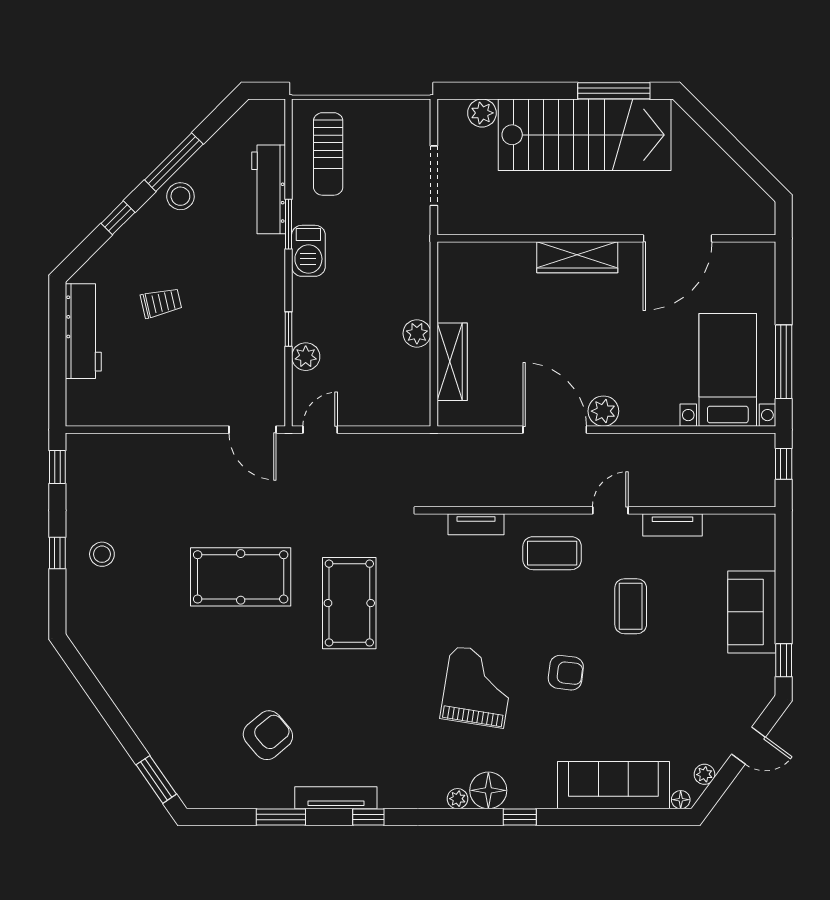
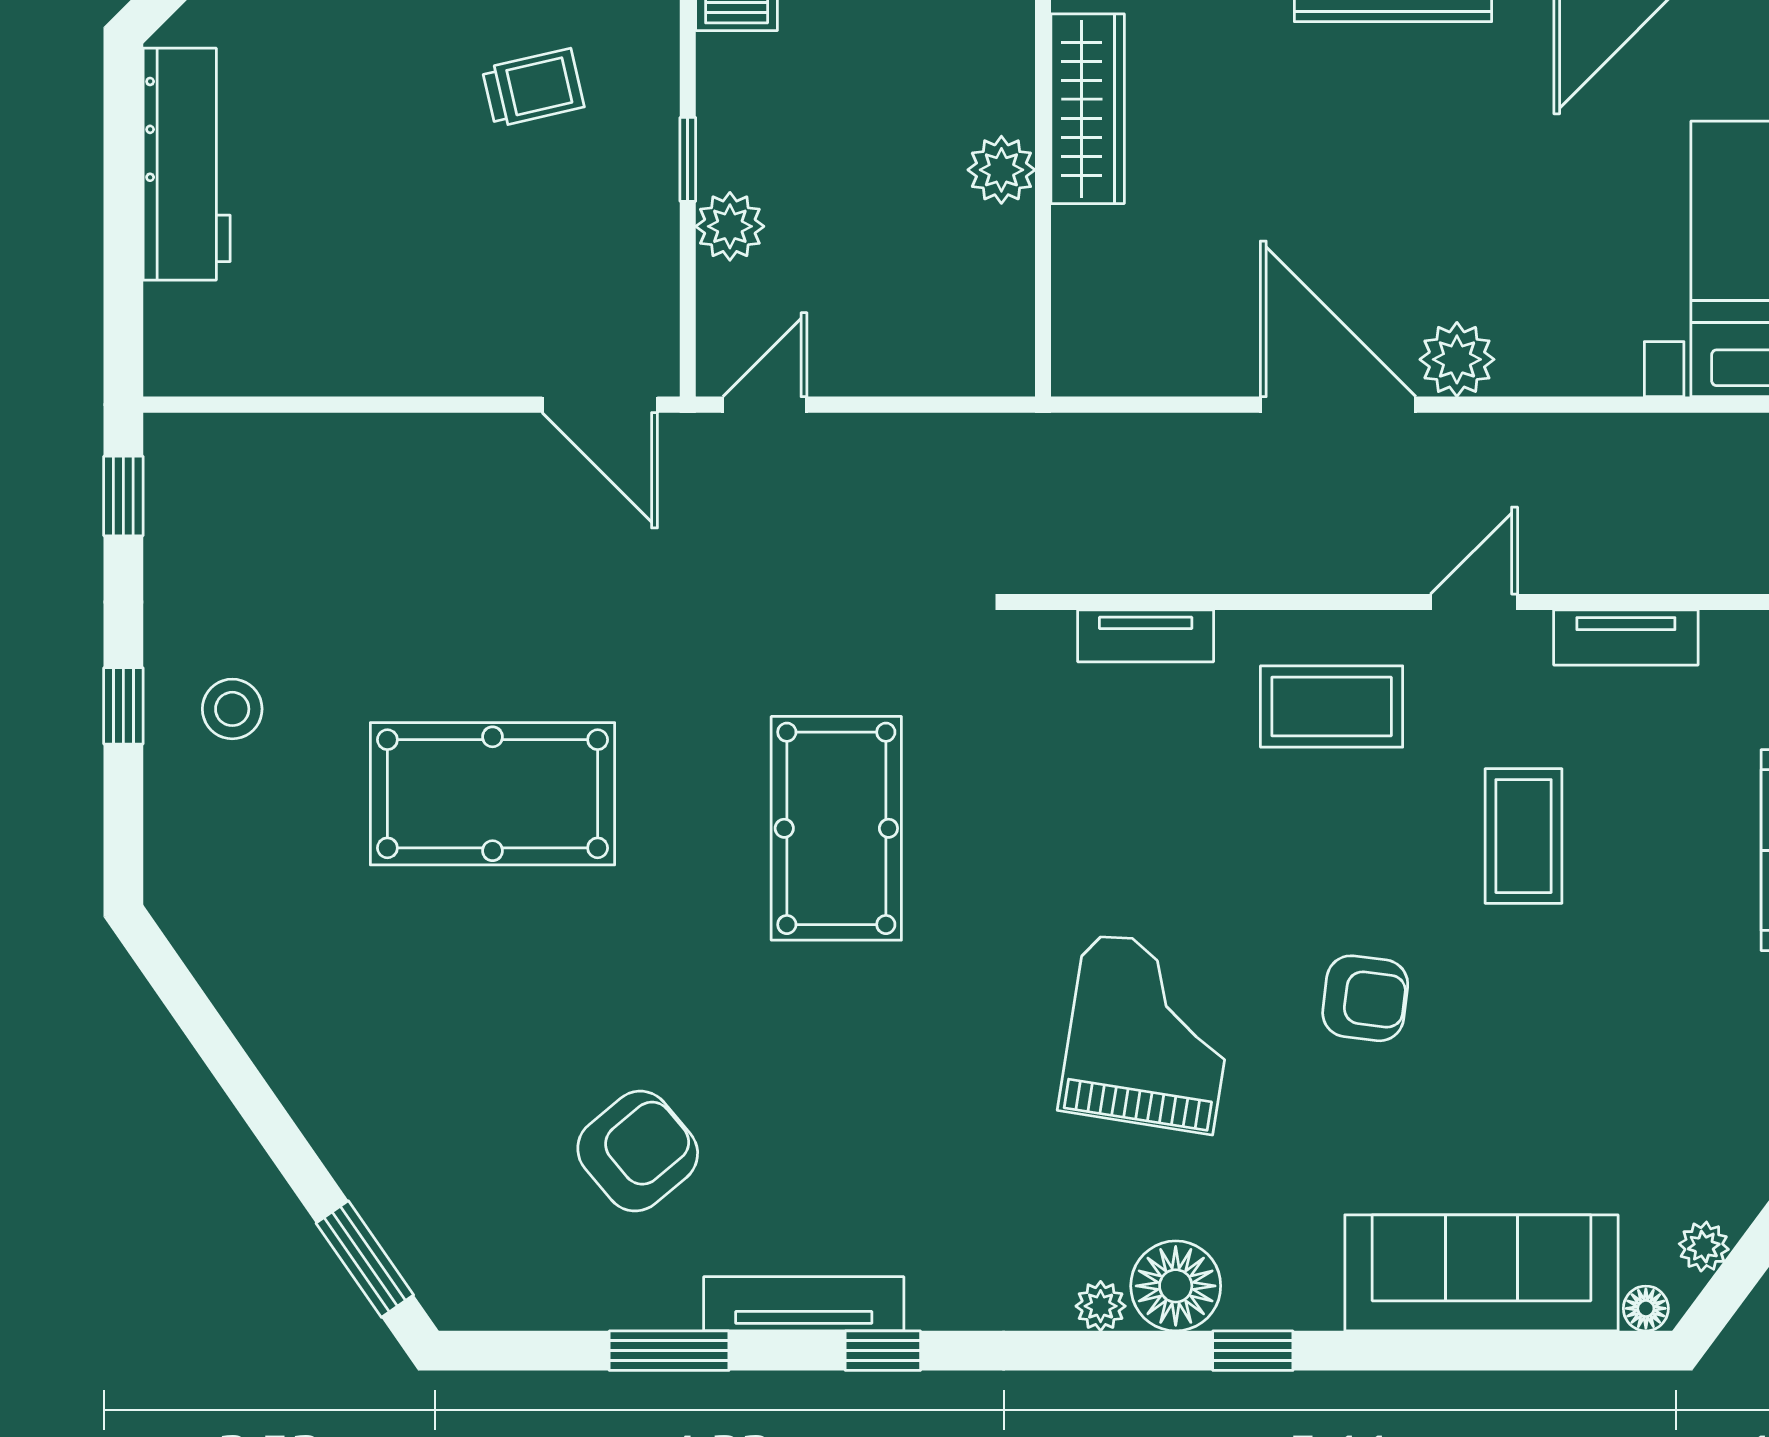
trolley: (161, 303) -> (533, 88), moved
wardrobe: (452, 362) -> (1088, 109), moved
pool table: (241, 577) -> (493, 794), moved

